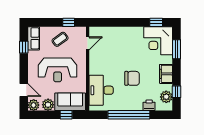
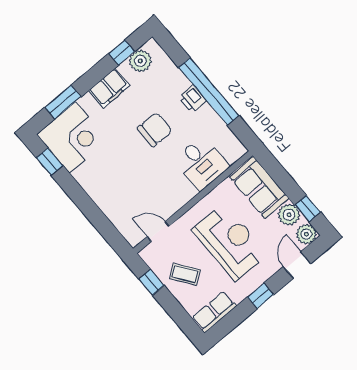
window: (24, 47) -> (261, 296), moved
chair: (132, 78) -> (155, 129), turned 90
desk: (101, 90) -> (201, 163), width x0.73
printer: (149, 105) -> (193, 99), moved
window: (66, 115) -> (308, 209), moved

